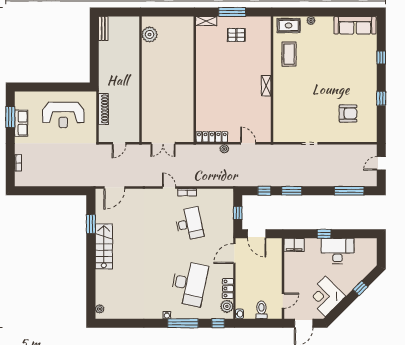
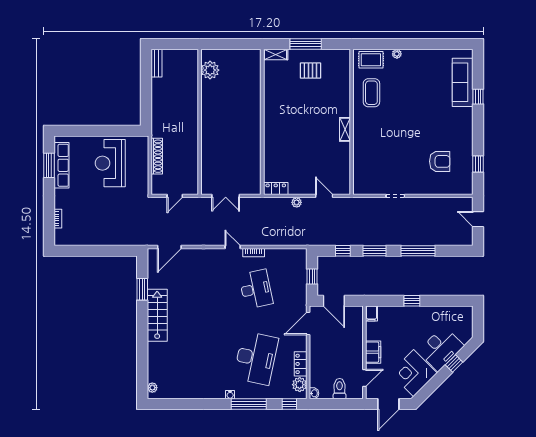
sofa: (355, 25) -> (463, 82), moved, turned 90
window: (381, 98) -> (478, 164), moved
reception desk: (63, 115) -> (110, 163), turned 90
row of seats: (21, 123) -> (61, 165), width x1.48
locker: (212, 137) -> (276, 188), width x0.66
door: (381, 163) -> (478, 219), hinge flipped
window: (349, 191) -> (418, 251), moved
filing cabinet: (294, 245) -> (371, 313), width x0.50
desk: (337, 251) -> (441, 349), moved, turned 135
filing cabinet: (291, 278) -> (373, 352), added

